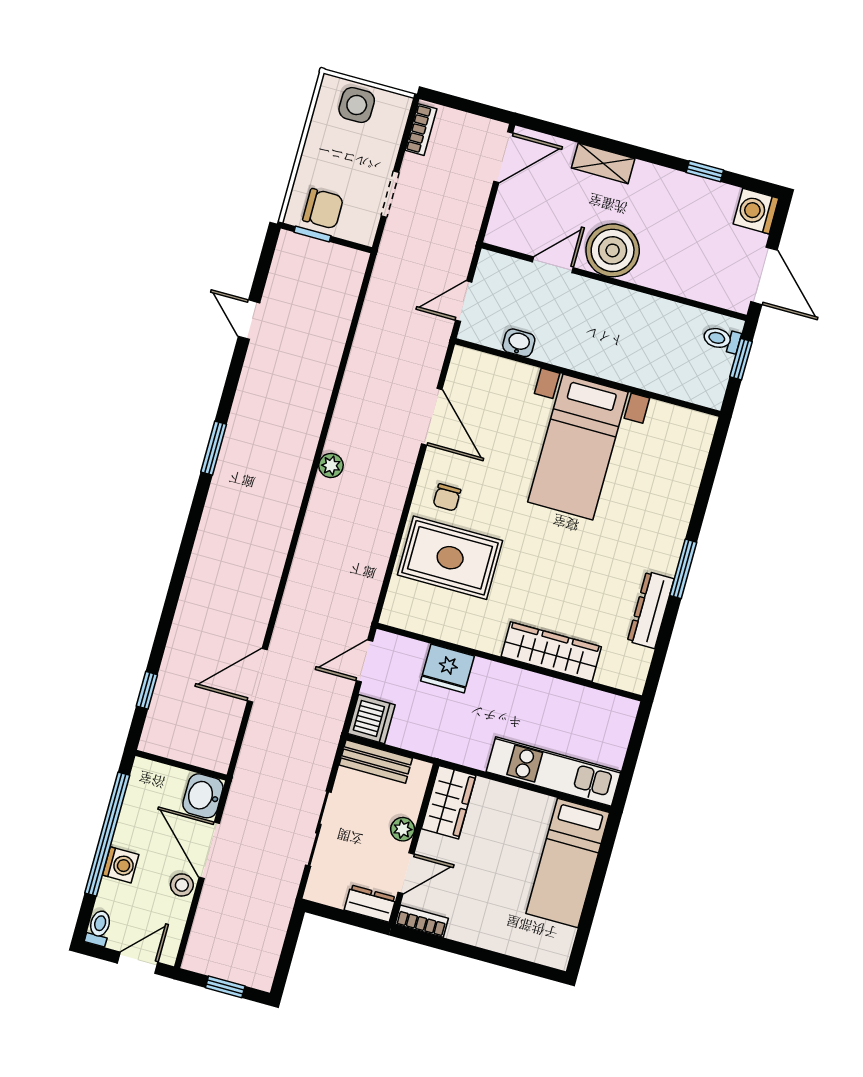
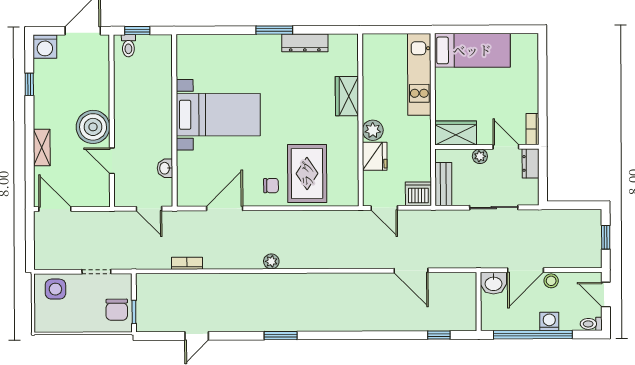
side table: (357, 105) -> (55, 289), moved
bookcase: (421, 130) -> (187, 263), moved
chair: (323, 209) -> (117, 310), turned 180
wardrobe: (551, 652) -> (347, 96), width x0.67
plant: (488, 677) -> (373, 130), added

